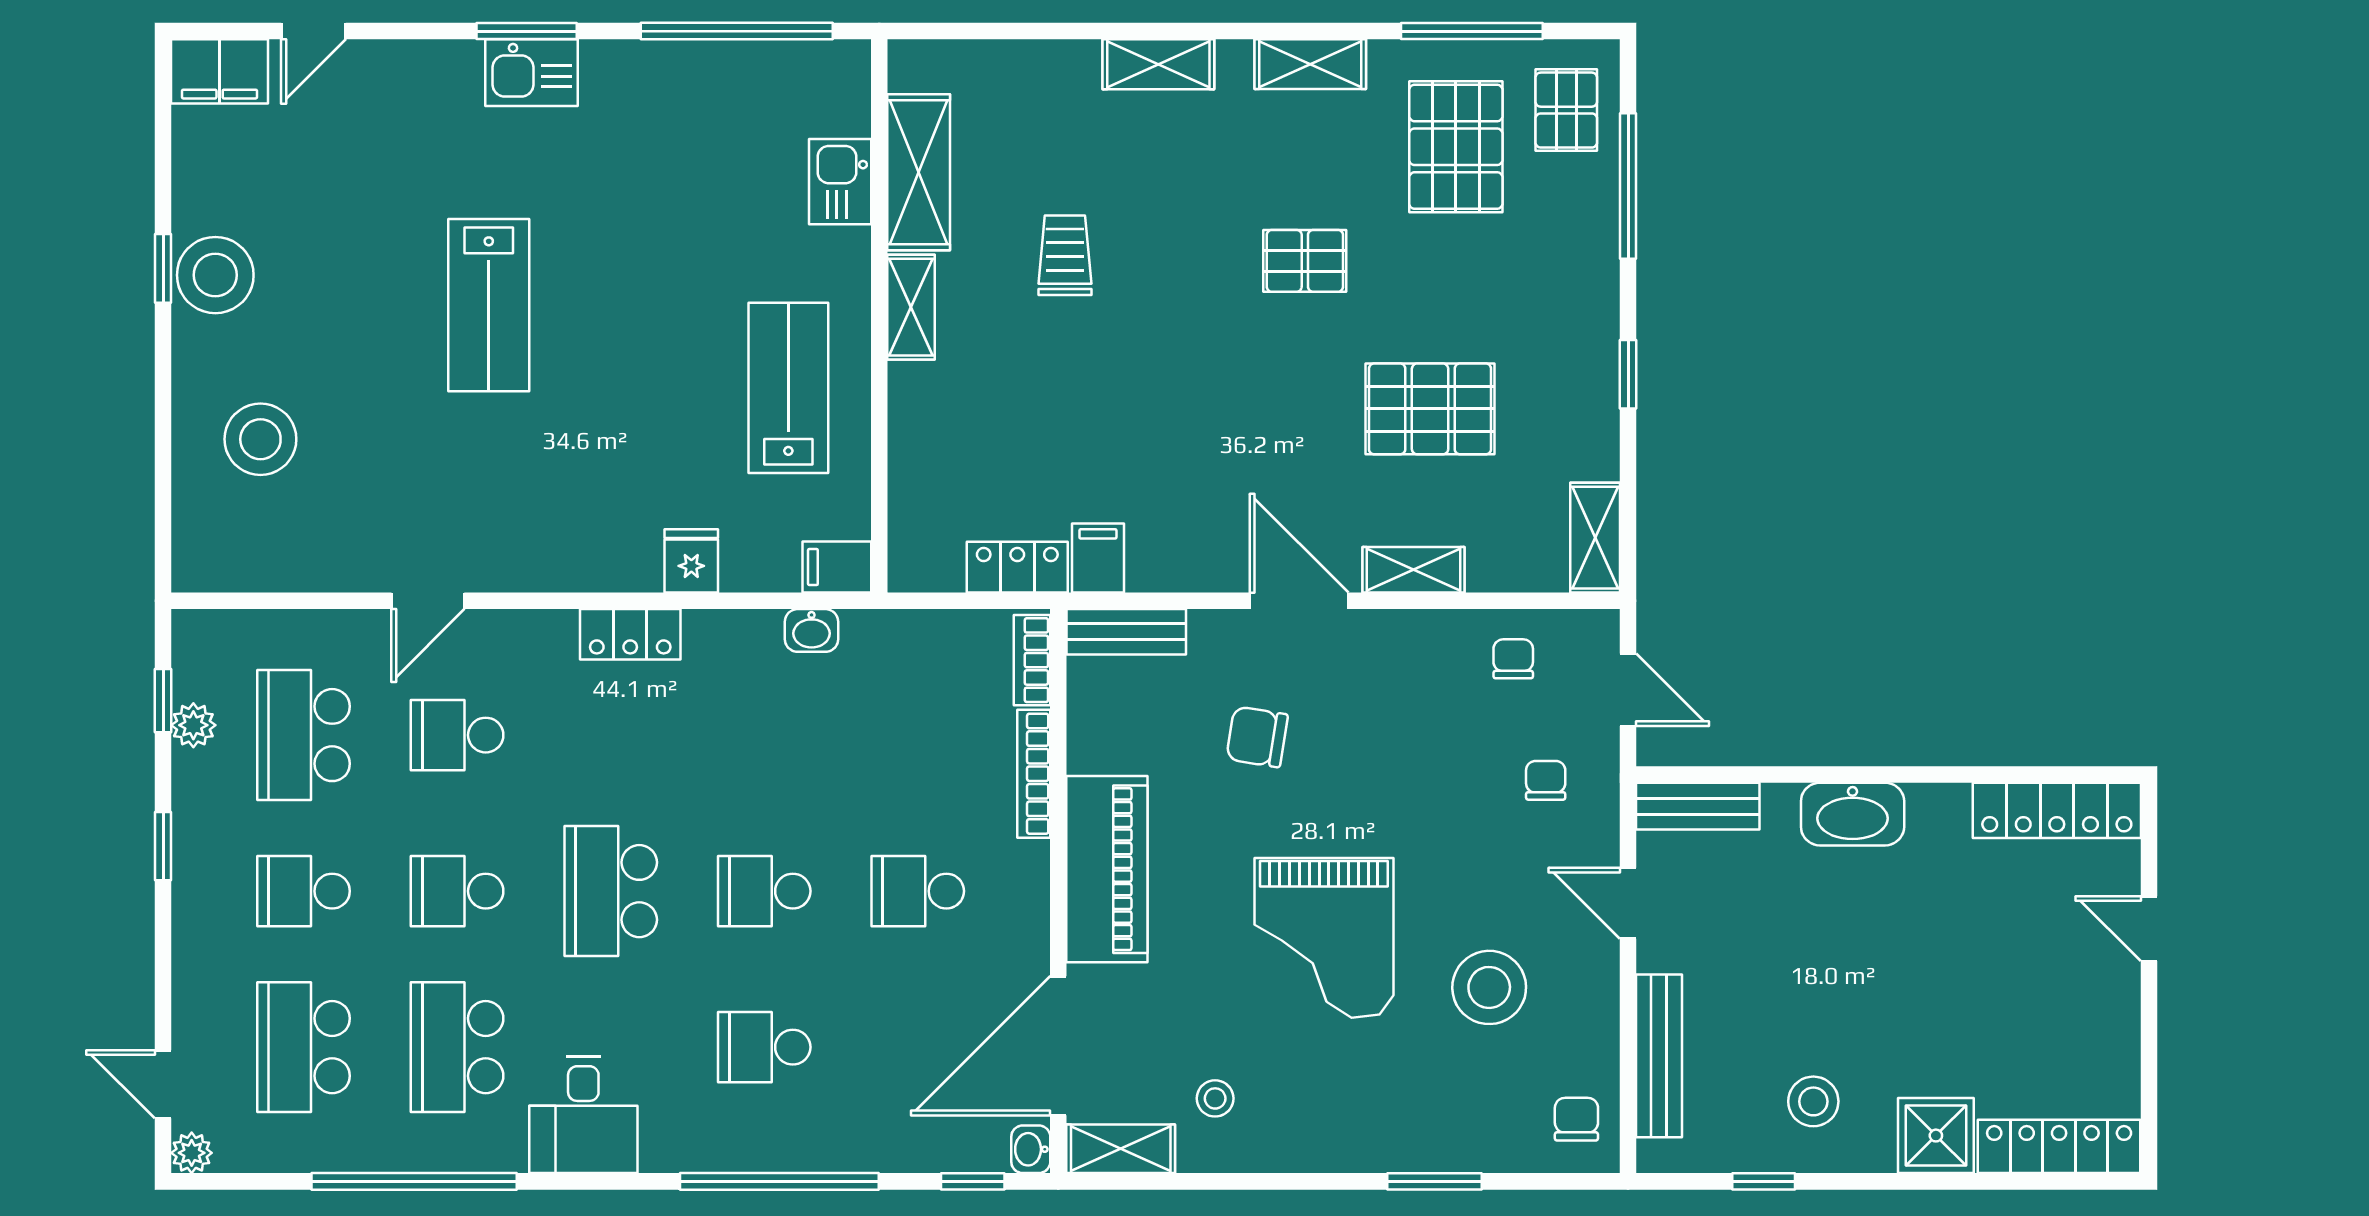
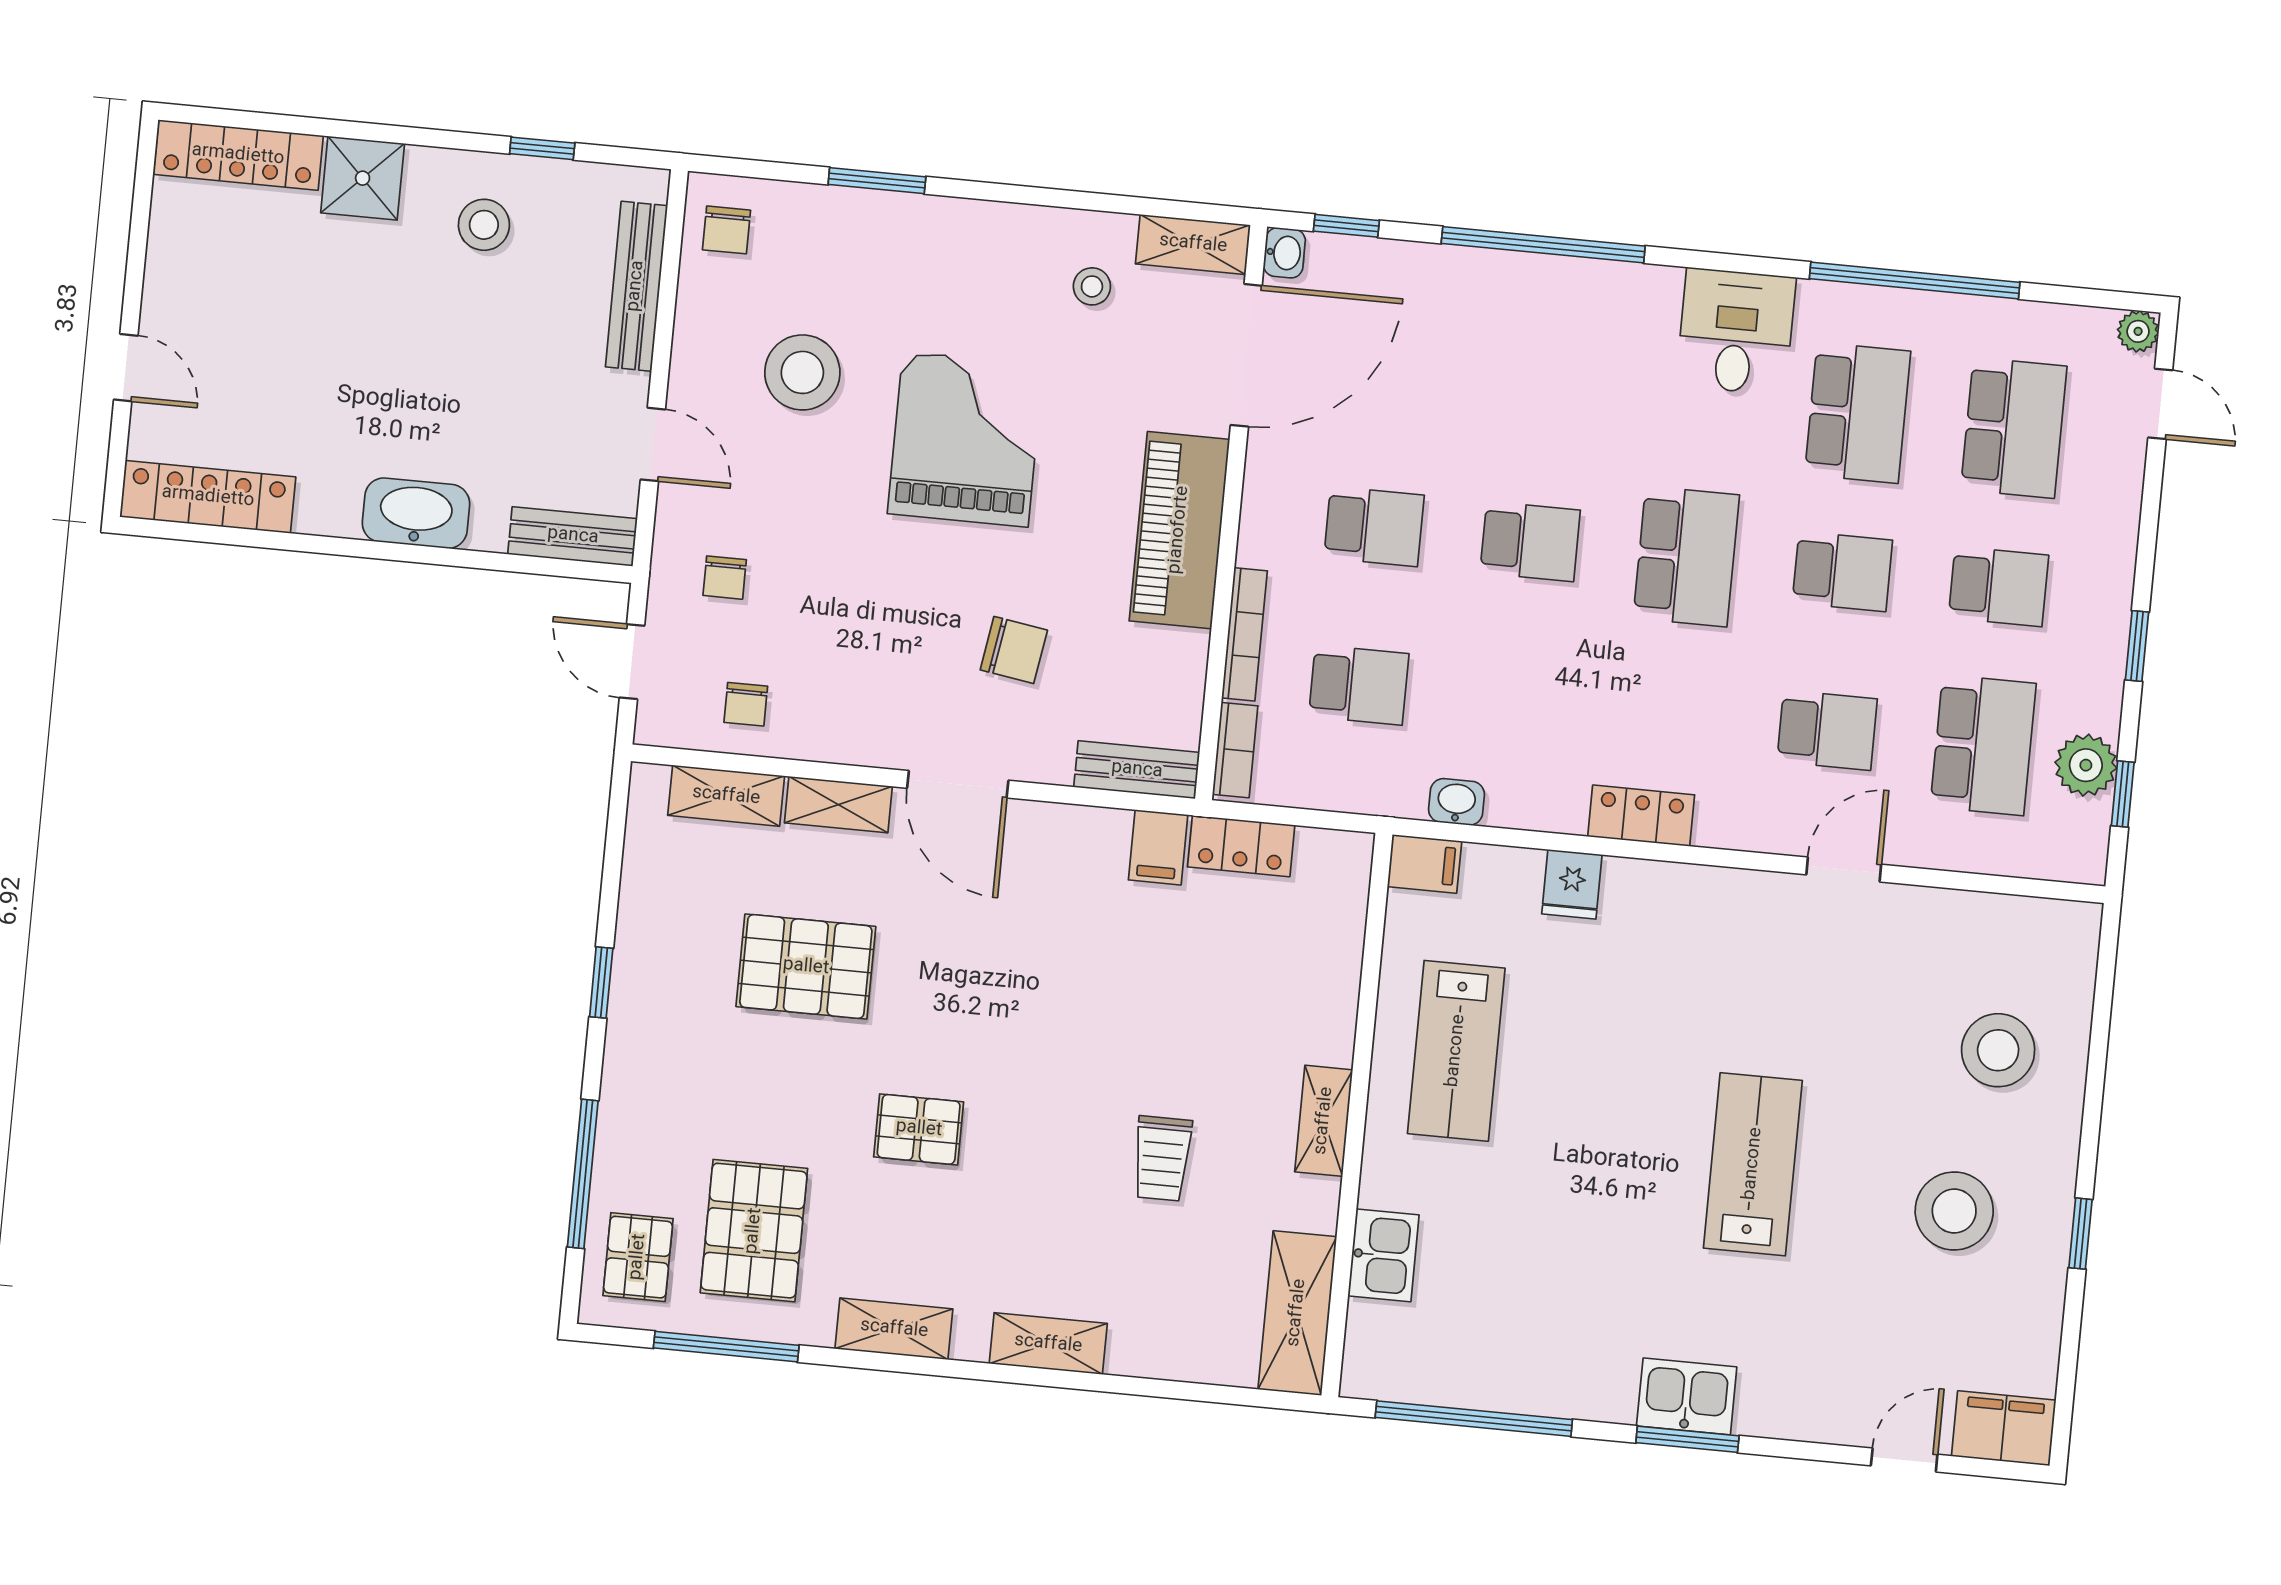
shelving: (919, 172) -> (1297, 1313), moved
stool: (215, 275) -> (1954, 1211), moved
shelving: (1595, 538) -> (726, 796), moved, turned 90
plant: (193, 725) -> (2086, 765), width x1.38, depth x1.38
school desk: (764, 1047) -> (1359, 685), moved

